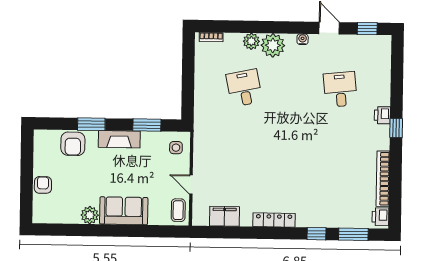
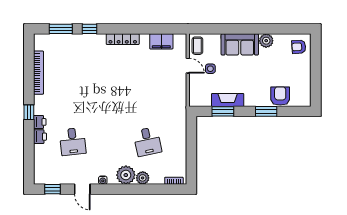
fireplace: (119, 139) -> (228, 100), moved
side table: (176, 148) -> (210, 69), moved
armchair: (43, 185) -> (299, 47), moved, turned 86
printer: (380, 217) -> (40, 137), moved

